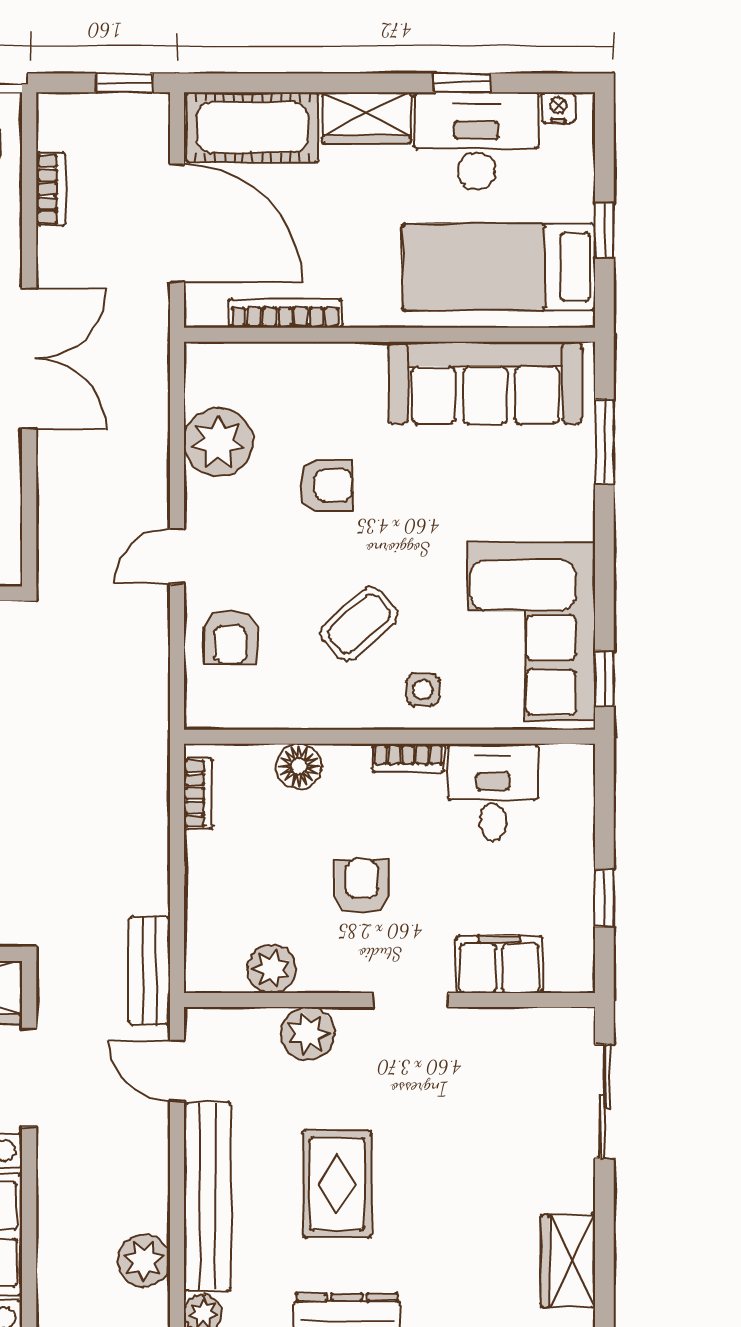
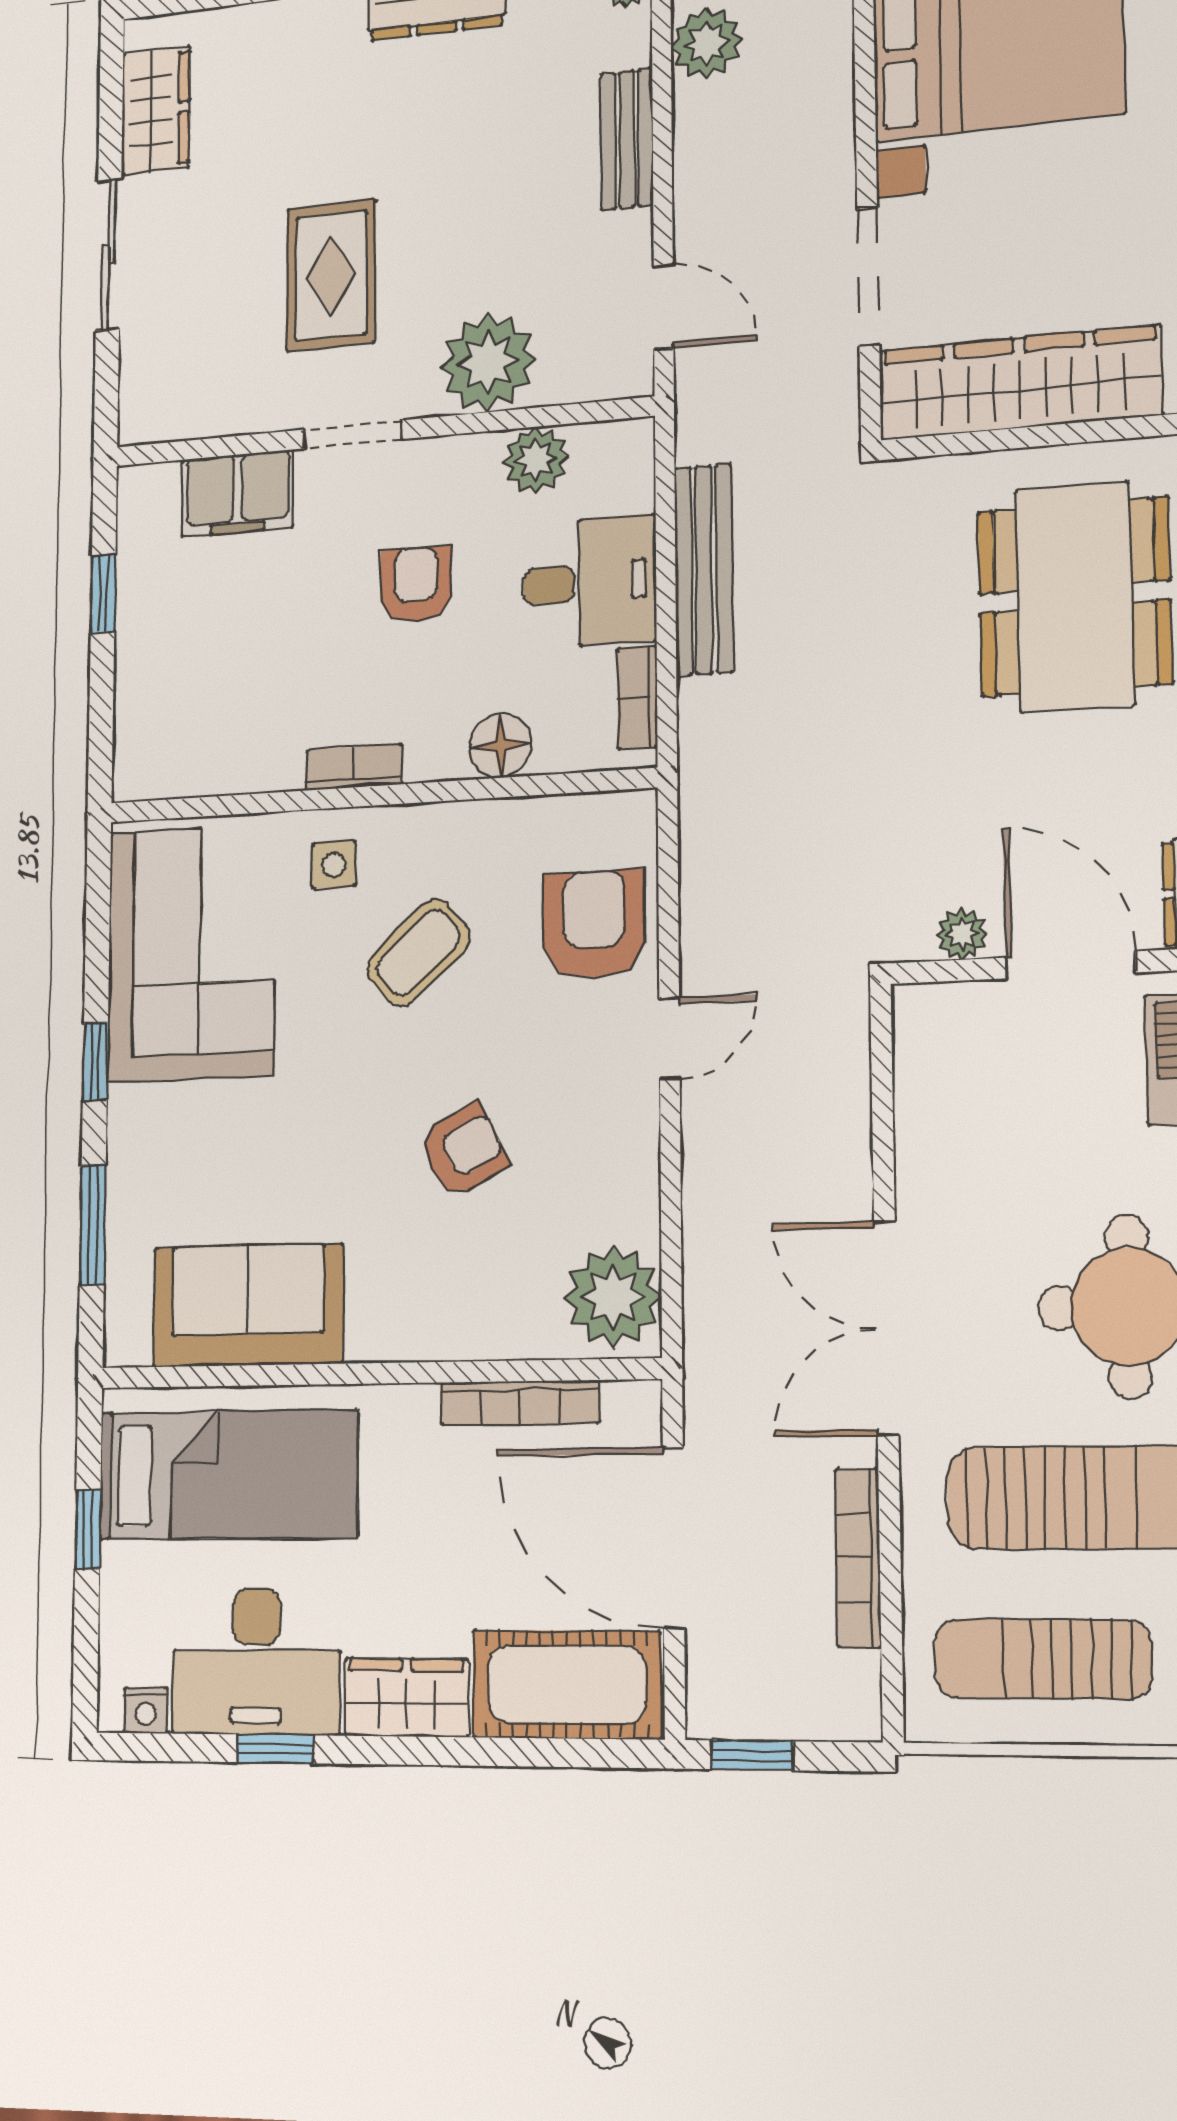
bookcase: (51, 189) -> (858, 1558), width x1.56
sofa: (485, 383) -> (248, 1306), width x0.73
plant: (218, 442) -> (613, 1297), moved
armchair: (326, 485) -> (463, 1151), turned 152
armchair: (230, 637) -> (594, 924), width x1.38, depth x1.38
window: (604, 678) -> (95, 1061), moved
desk: (493, 792) -> (590, 582), moved, turned -90
armchair: (362, 886) -> (416, 584), turned 180
bench: (149, 971) -> (704, 570), moved, width x1.36
plant: (308, 1034) -> (488, 363), width x1.36, depth x1.36
sliding door: (604, 1102) -> (109, 255), moved
rug: (337, 1184) -> (331, 276), moved
bench: (207, 1197) -> (627, 139), width x0.54, depth x0.82

